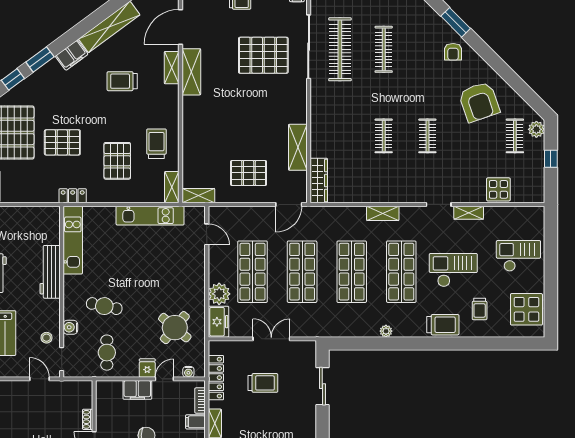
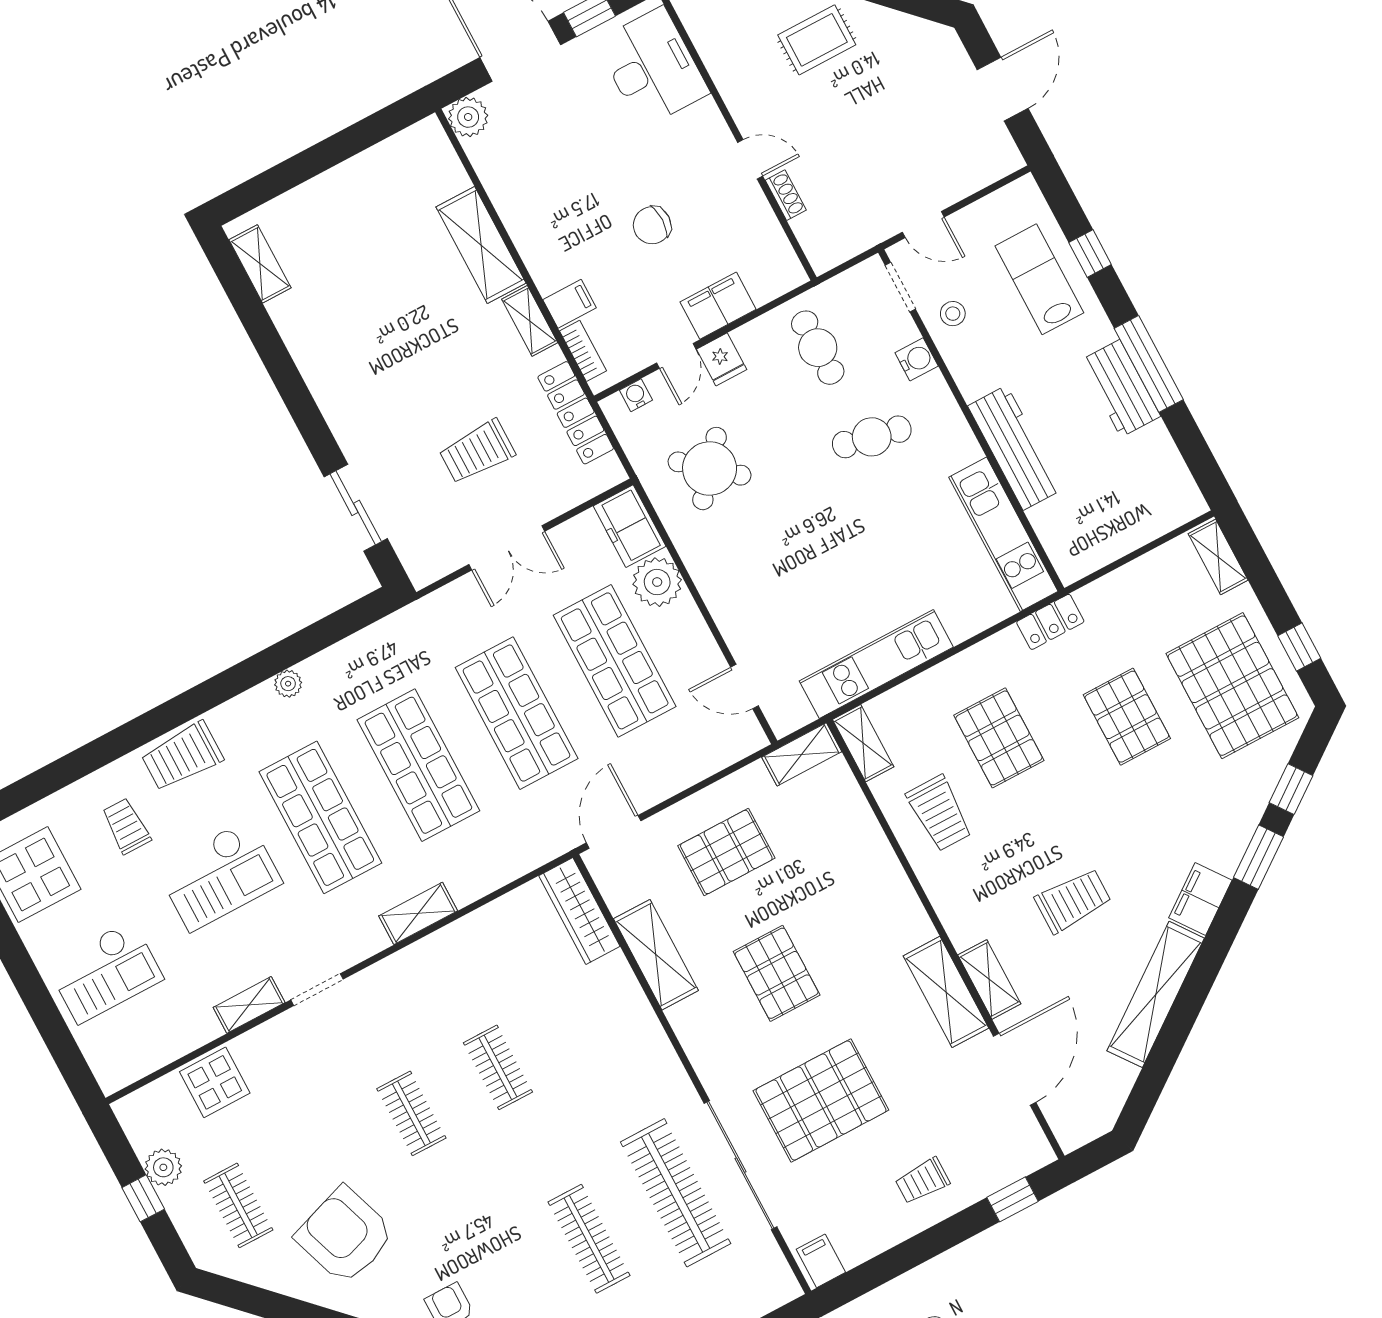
pallet: (254, 115) -> (777, 973), added
plant: (536, 129) -> (163, 1167), moved
pallet: (62, 142) -> (1127, 717), turned 90

